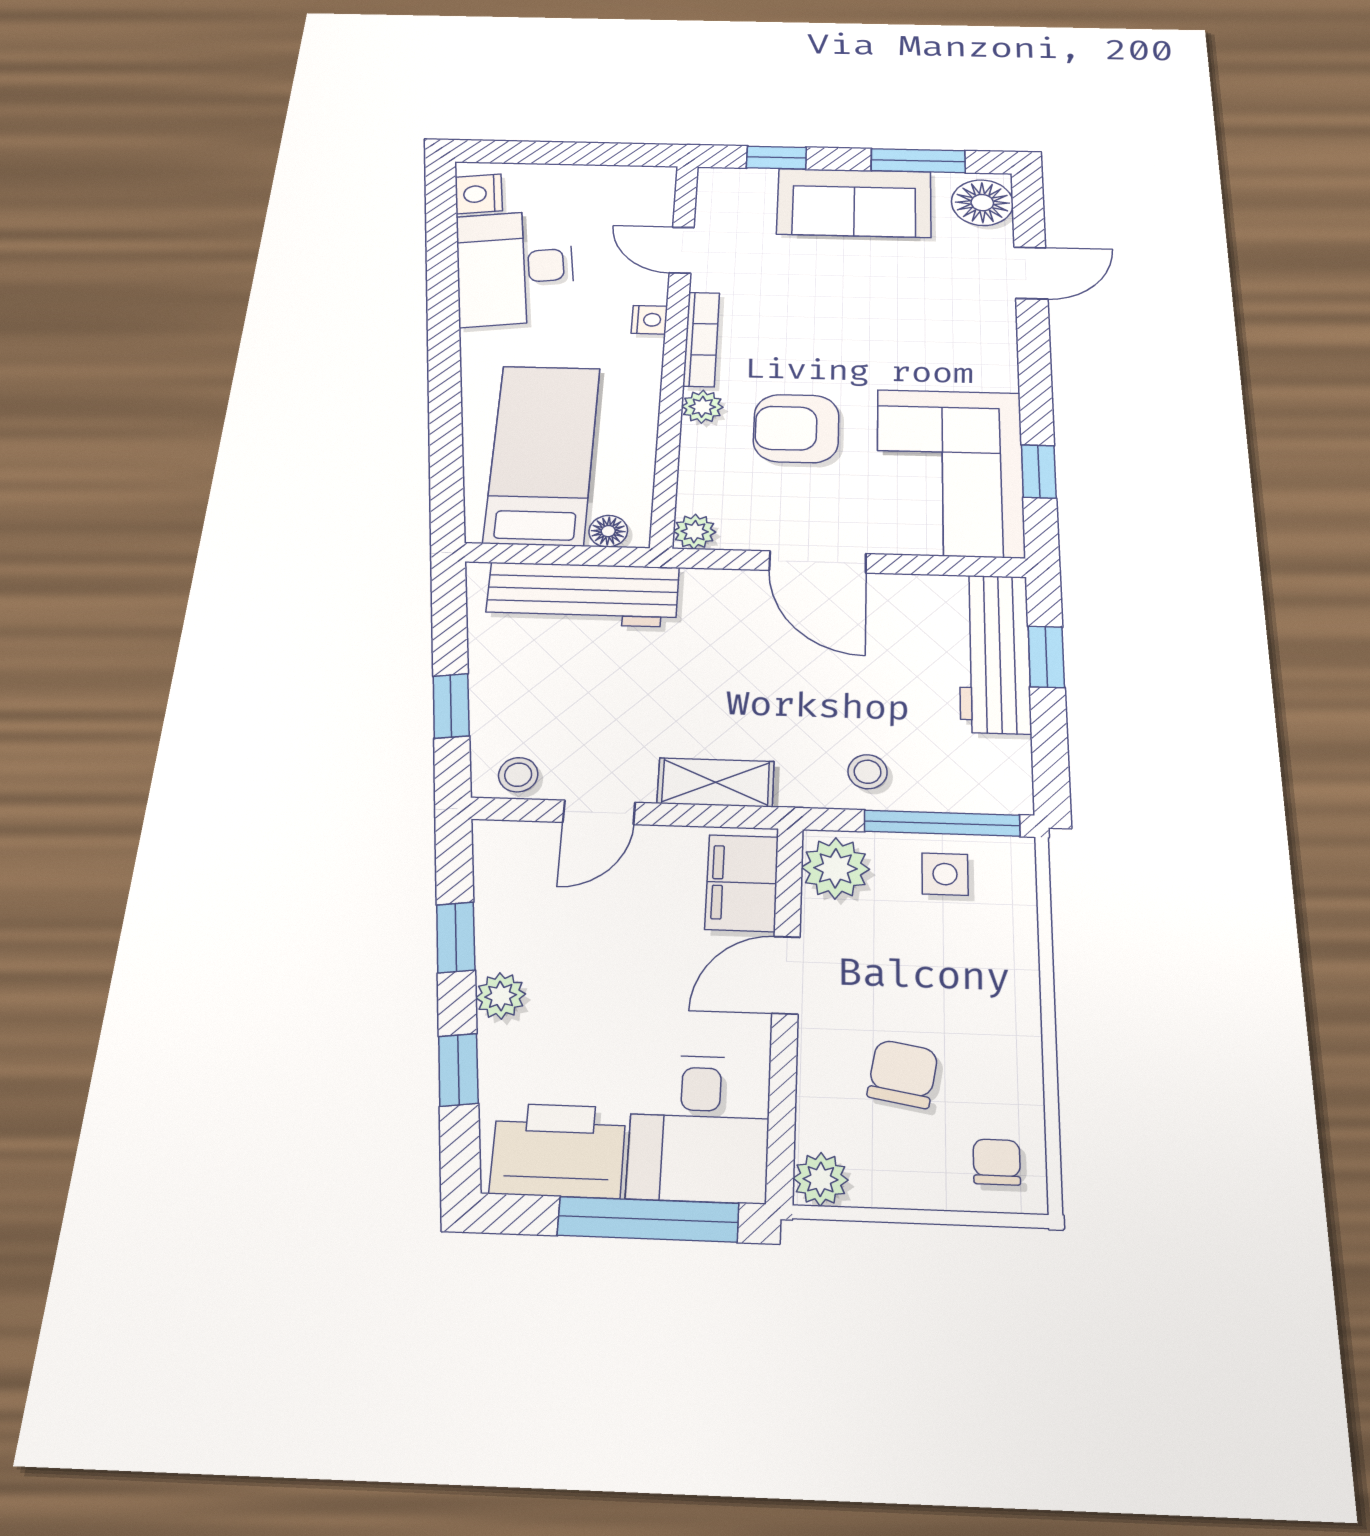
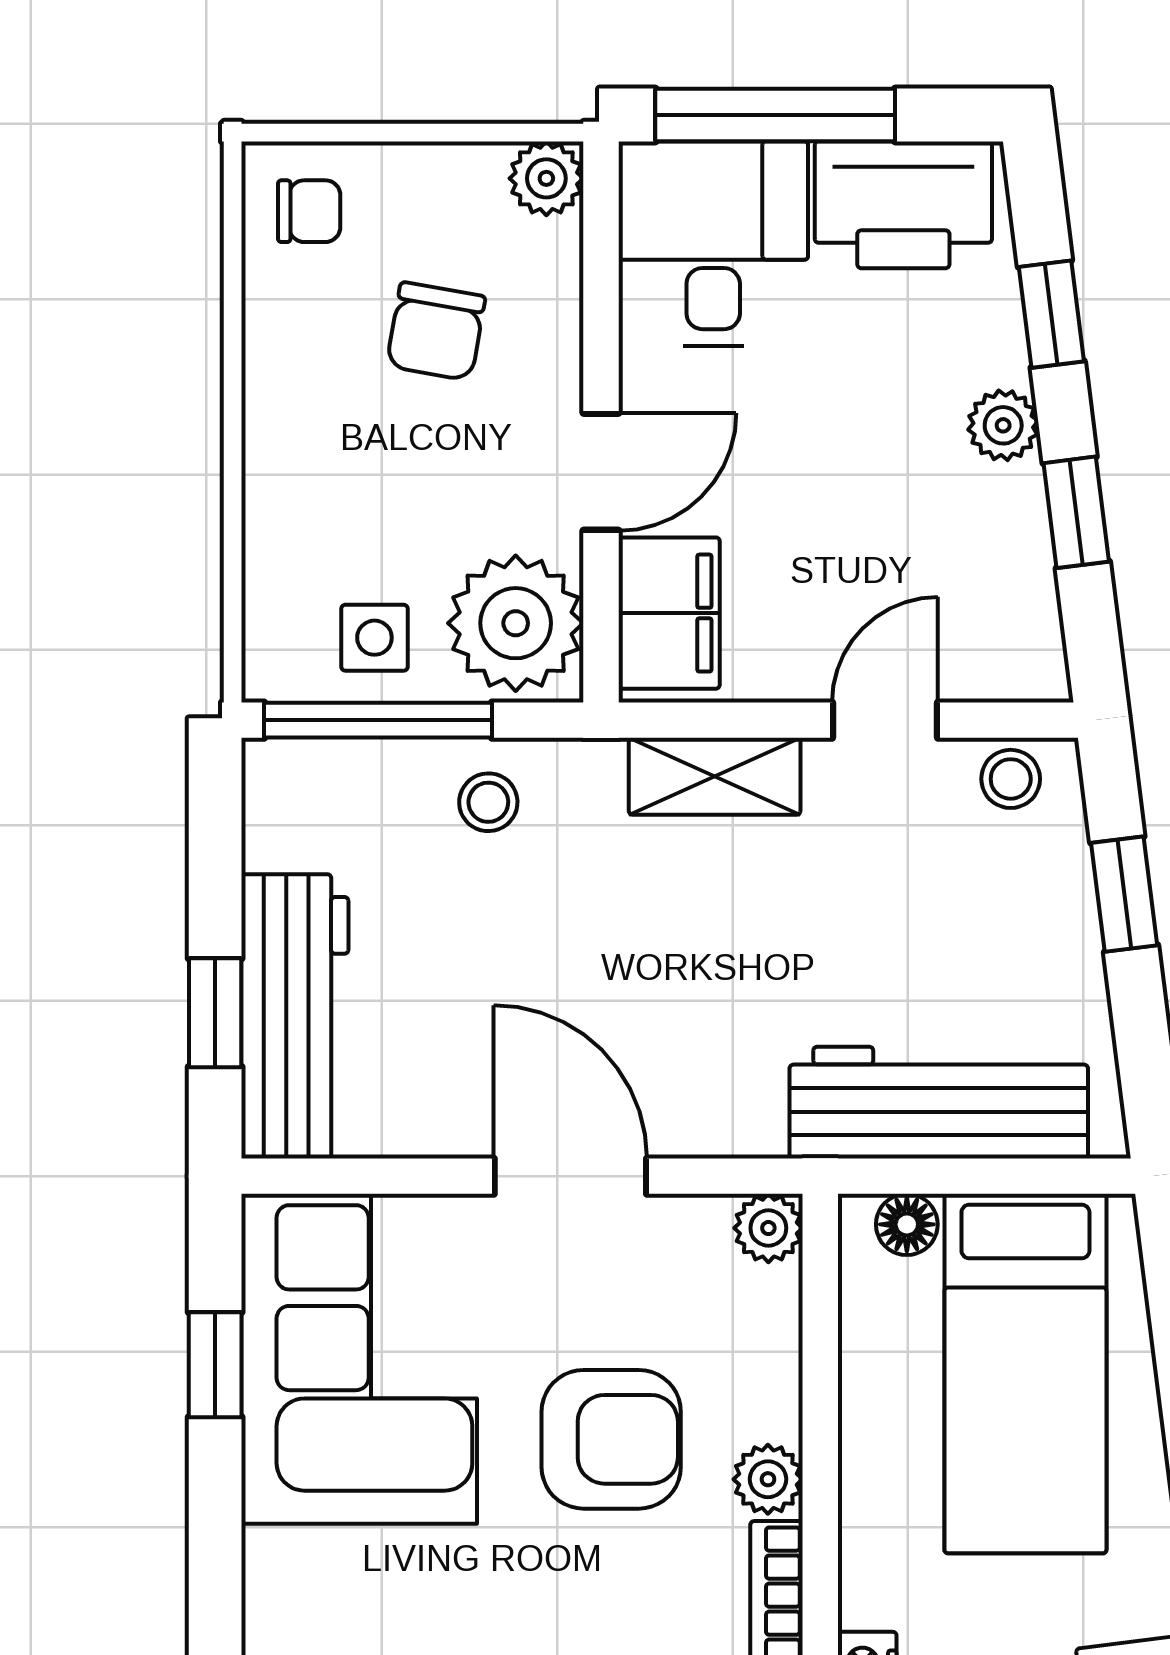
plant: (835, 868) -> (516, 623), width x1.36, depth x1.36
chair: (997, 1162) -> (309, 211), turned -90

